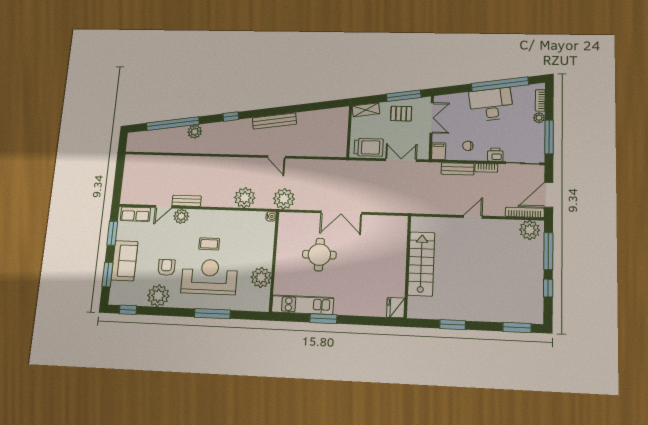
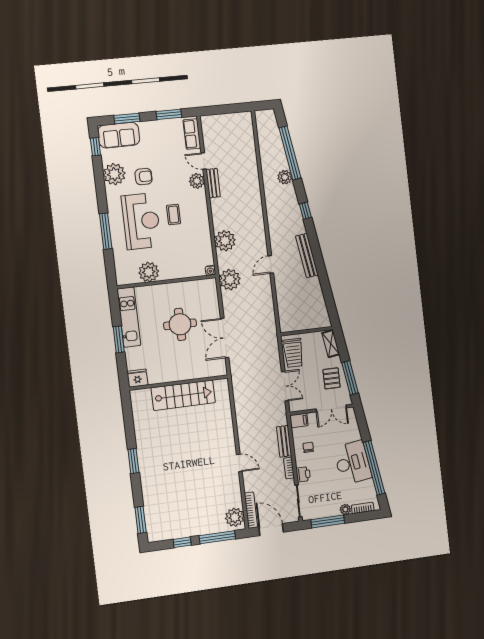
sofa: (124, 261) -> (119, 135), moved
stairs: (421, 264) -> (183, 395), moved
wall: (407, 266) -> (179, 383), moved
fridge: (396, 308) -> (137, 378), moved

